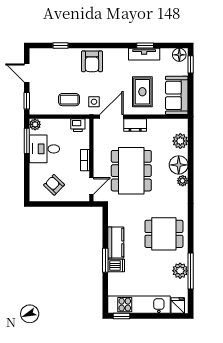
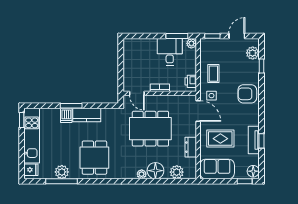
plant: (46, 55) -> (253, 53), added
dresser: (135, 125) -> (191, 147), moved
armchair: (54, 185) -> (138, 60), removed

